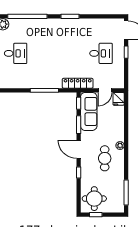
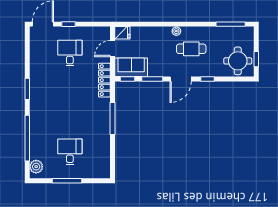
door: (105, 90) -> (113, 49), swing flipped
sofa: (89, 111) -> (131, 67), width x0.73

